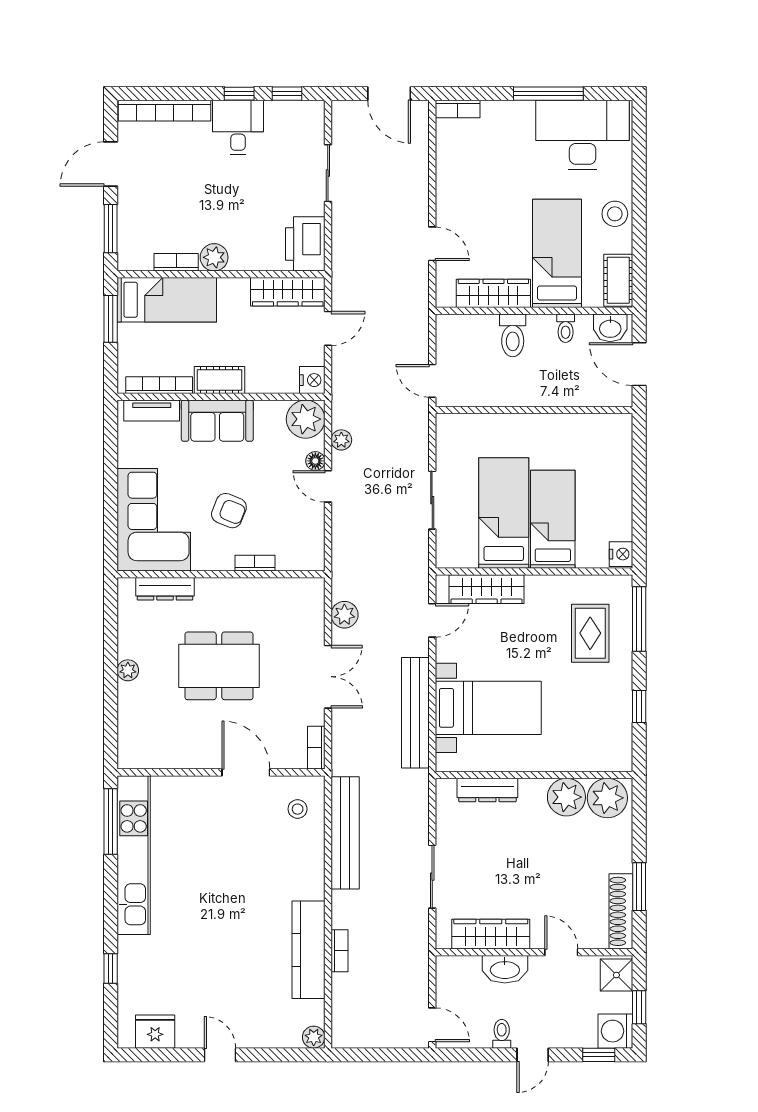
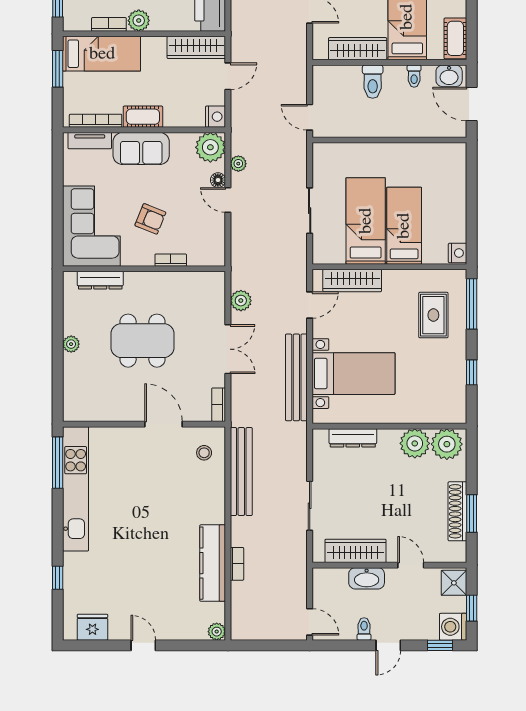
shoe rack: (621, 911) -> (457, 511), moved

